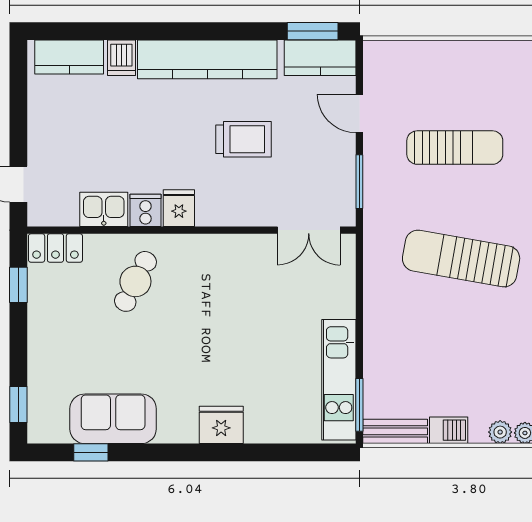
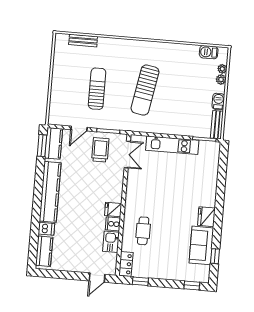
trolley: (243, 139) -> (100, 150), moved
cafe table: (135, 281) -> (143, 231), turned 63
kitchen unit: (339, 380) -> (172, 145), moved
fridge: (221, 425) -> (206, 217), moved

